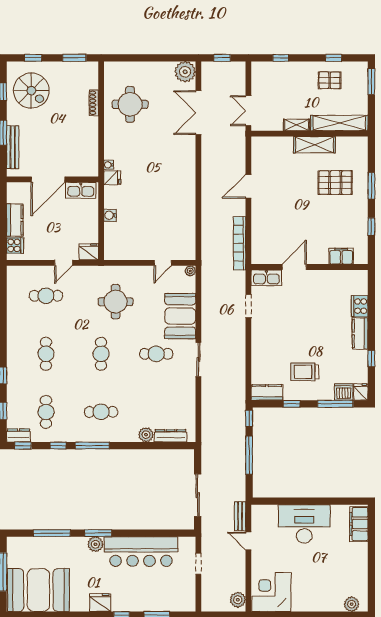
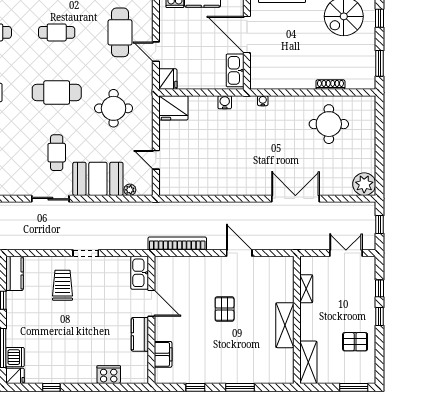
window: (334, 58) -> (379, 316), moved
pallet: (330, 80) -> (355, 342), turned 90
double door: (248, 111) -> (346, 253), moved
double door: (198, 113) -> (295, 199), moved
shelving: (339, 123) -> (308, 362), width x0.68
shelving: (297, 125) -> (306, 289), moved
fridge: (112, 178) -> (173, 108), moved, width x1.88, depth x1.34
pallet: (335, 183) -> (225, 309), moved, width x0.67, depth x0.71
water cooler: (110, 215) -> (225, 102), moved
plant: (190, 271) -> (130, 190), moved
cafe table: (46, 296) -> (120, 32), width x1.37, depth x1.35
doorway: (248, 306) -> (86, 253), moved
kitchen counter: (360, 333) -> (140, 334), moved, turned -90
cafe table: (101, 354) -> (57, 93), width x1.37, depth x1.35
trolley: (305, 372) -> (63, 285), moved

